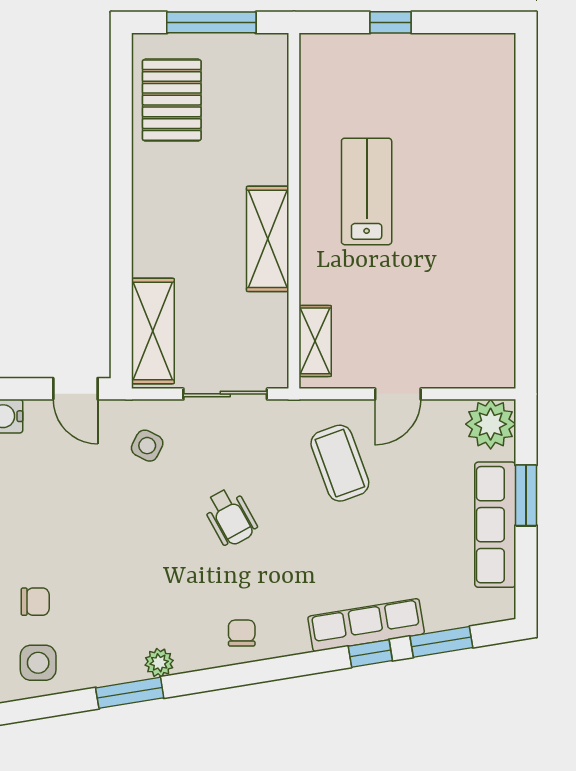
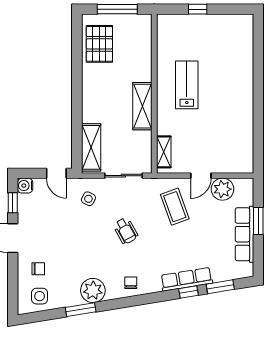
plant: (491, 424) -> (222, 189), moved
plant: (159, 663) -> (93, 290), width x1.88, depth x1.88

